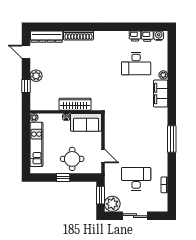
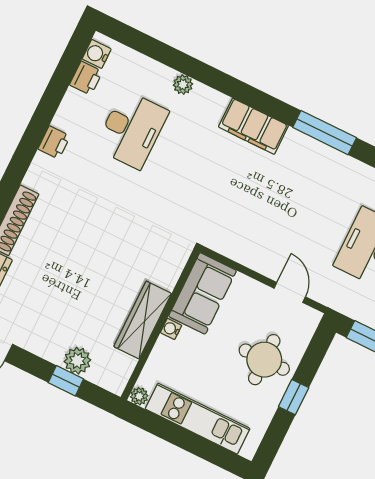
printer: (135, 36) -> (54, 142), moved
plant: (36, 76) -> (77, 361), moved
filing cabinet: (161, 94) -> (253, 126), moved
wardrobe: (75, 104) -> (143, 320), moved
door: (103, 156) -> (290, 292), hinge flipped

